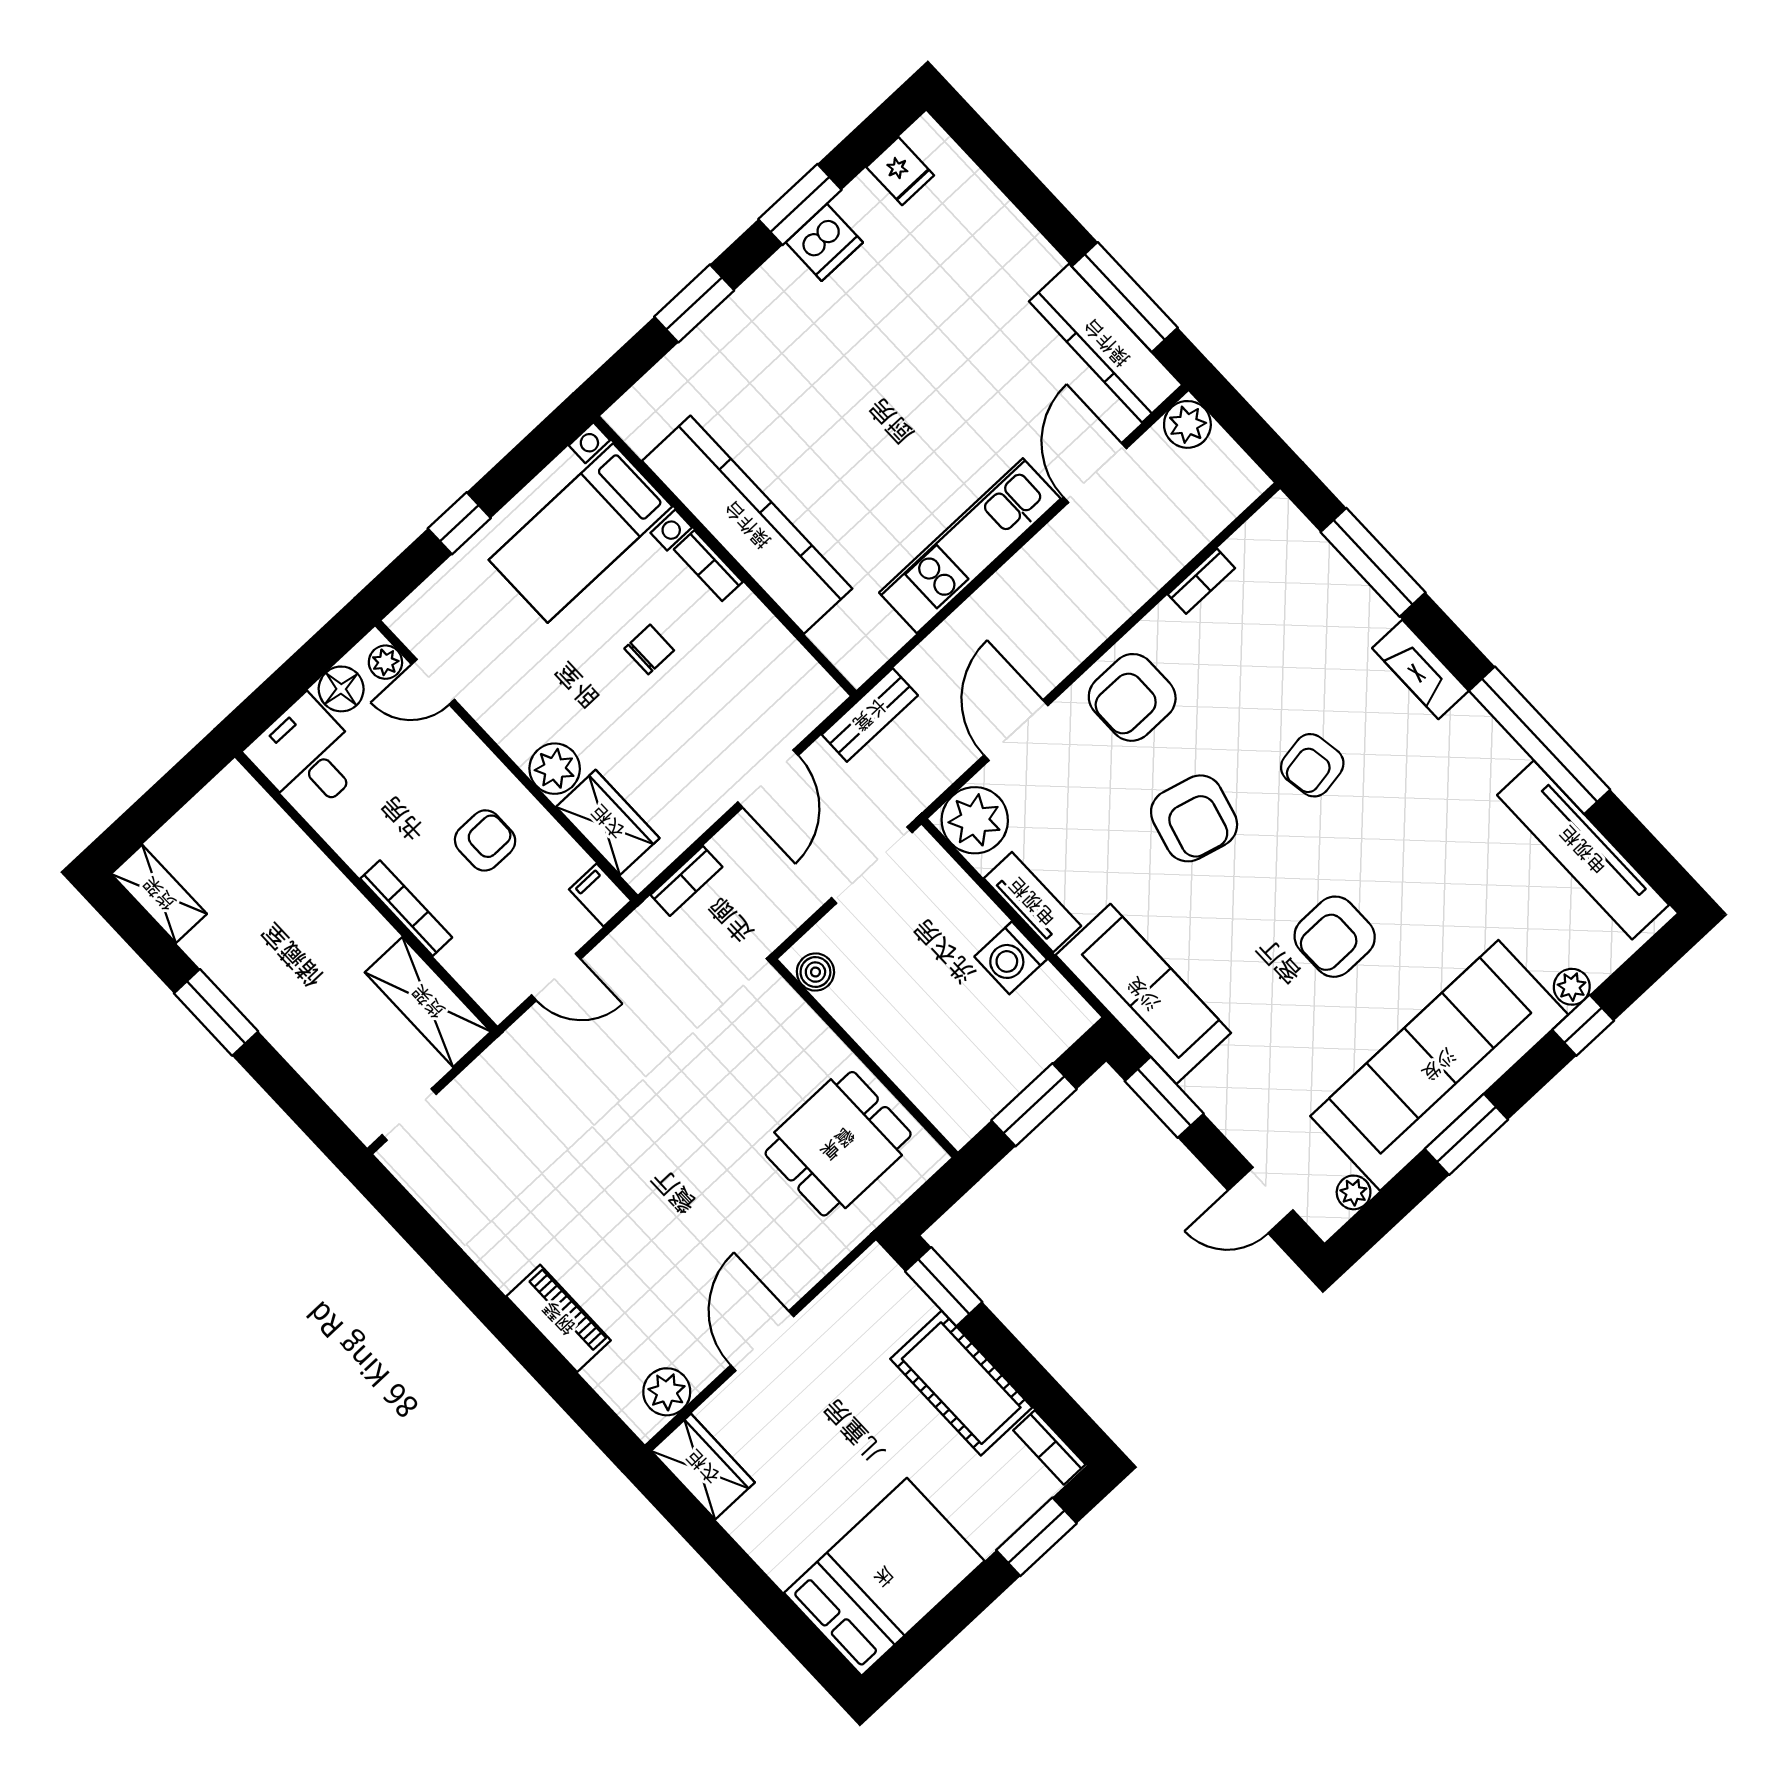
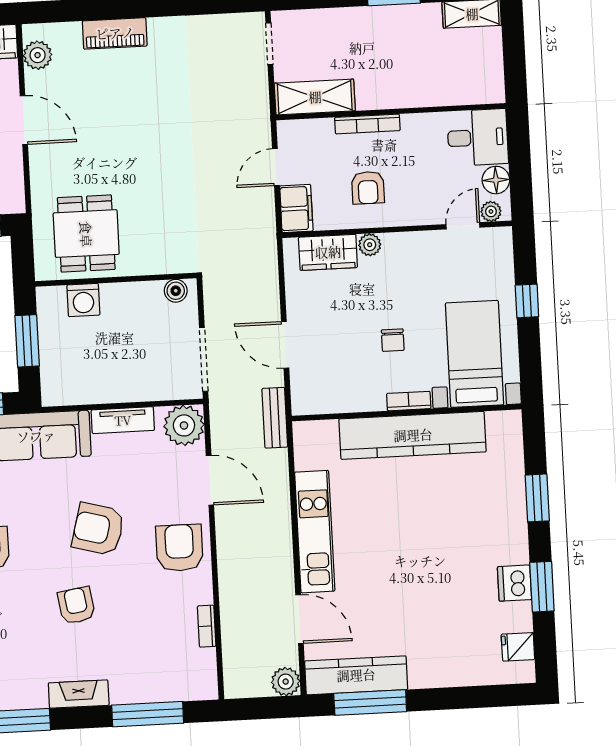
plant: (555, 769) -> (370, 245), width x0.73, depth x0.73
bookcase: (686, 881) -> (269, 266), removed
filing cabinet: (600, 895) -> (296, 208), width x2.00
washing machine: (1011, 958) -> (83, 300), moved, turned 180

